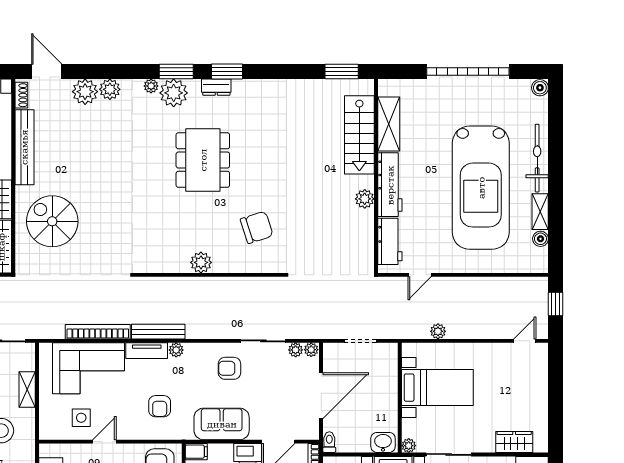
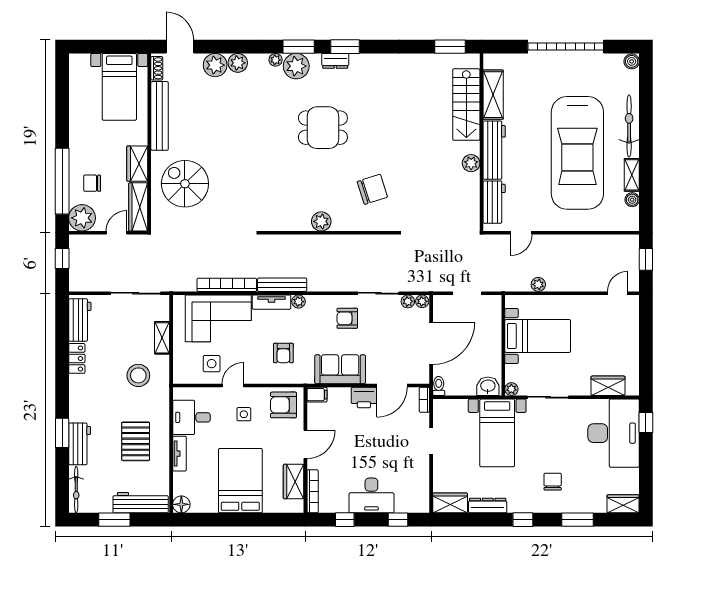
dining table: (203, 160) -> (323, 128), width x0.73

